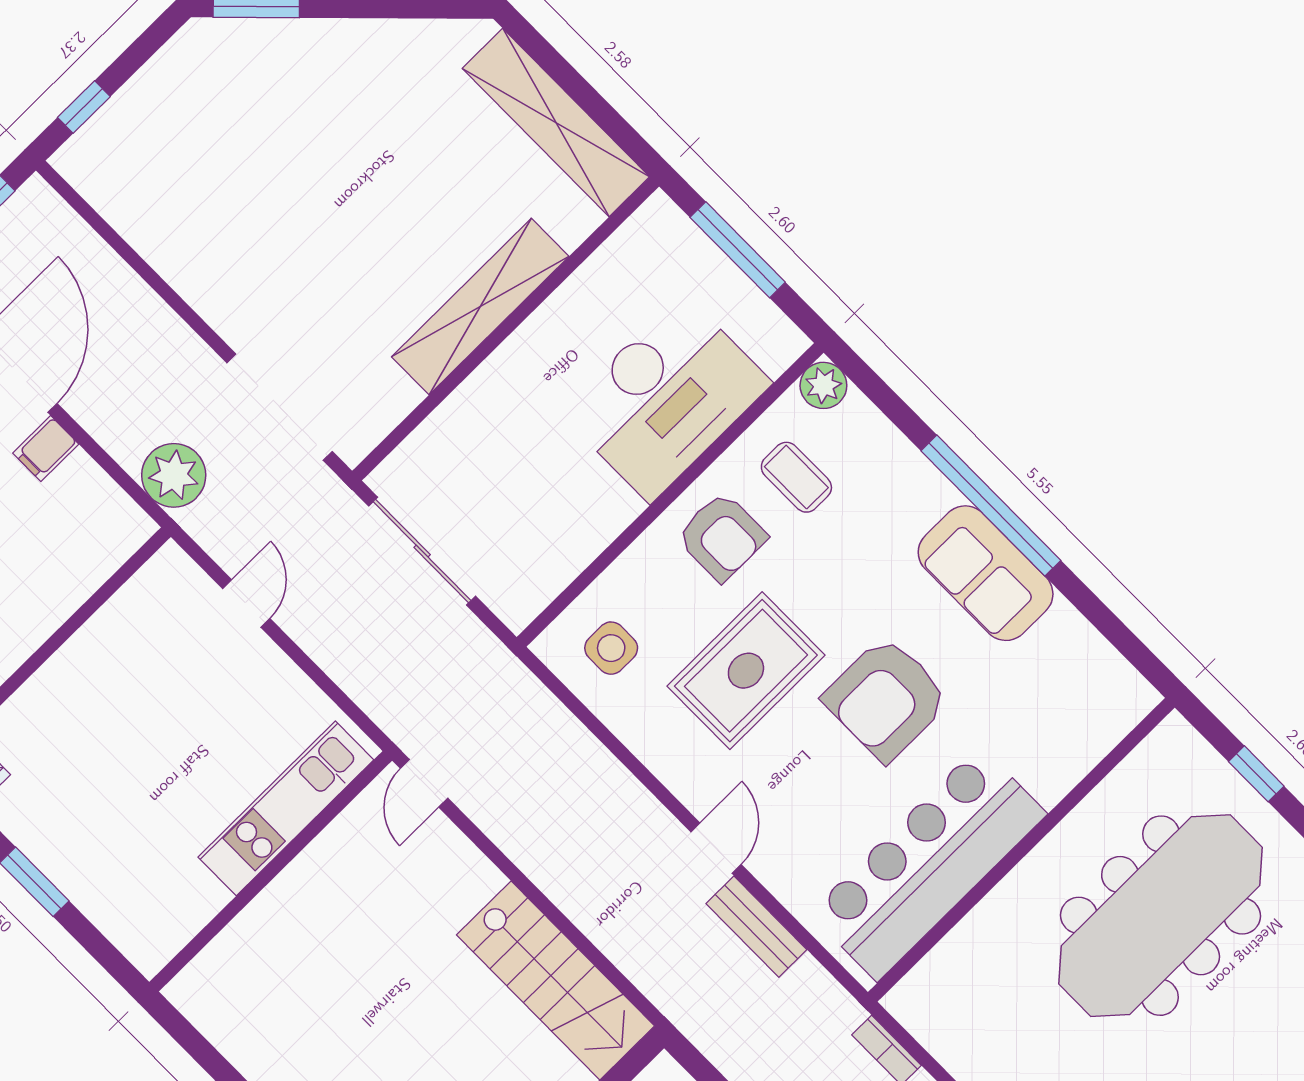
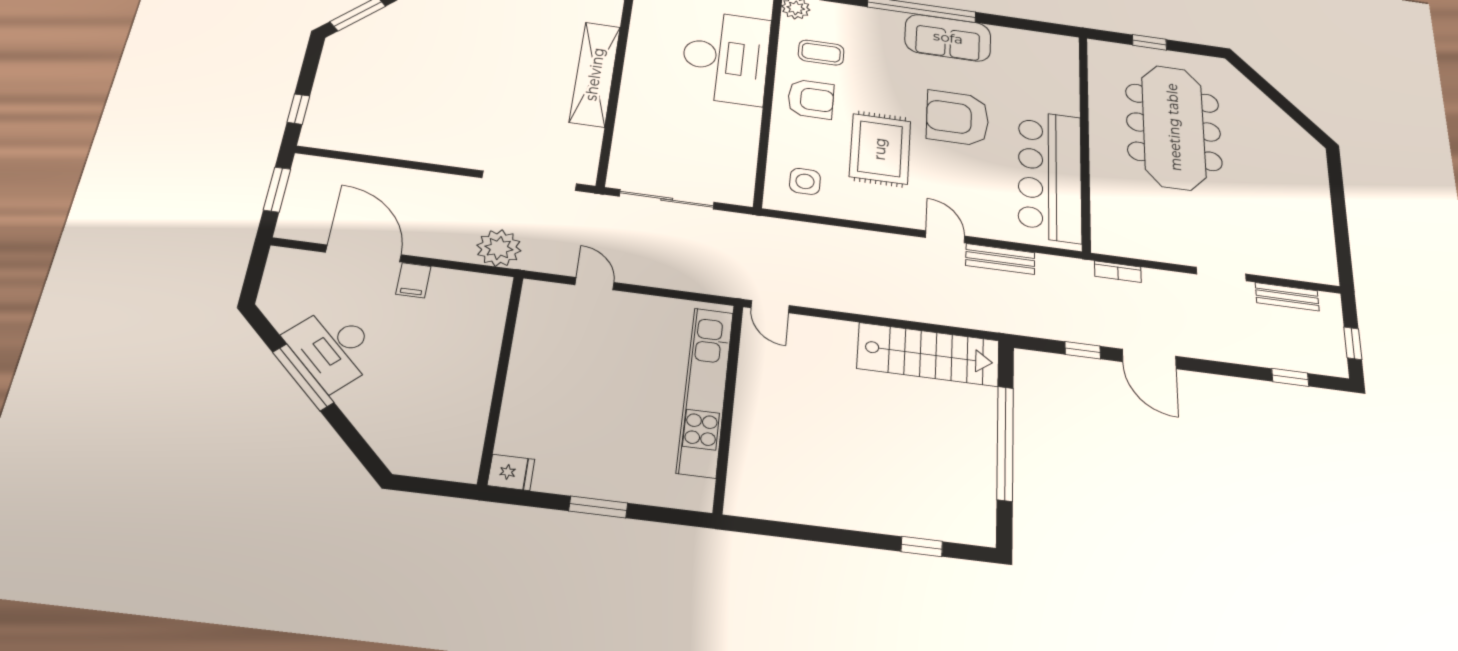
armchair: (886, 699) -> (958, 118), turned 90
kitchen unit: (286, 808) -> (705, 391), width x1.36

